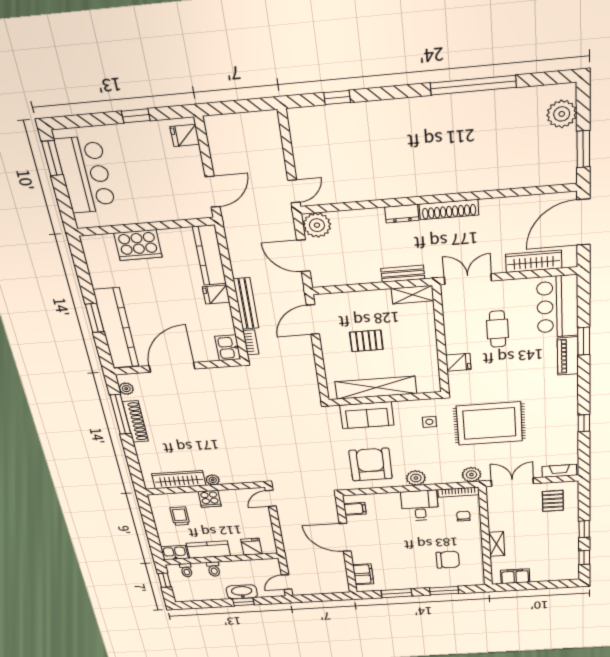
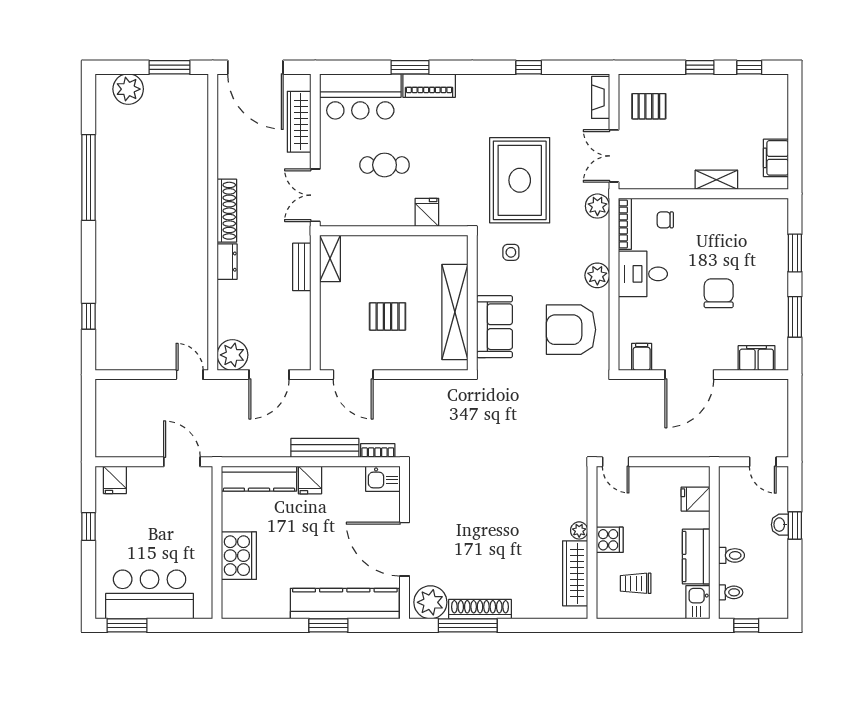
pallet: (366, 341) -> (388, 316), turned 90
plant: (126, 389) -> (430, 602), width x1.88, depth x1.88
chair: (448, 560) -> (719, 293), moved
washbasin: (242, 592) -> (780, 525), width x0.52, depth x0.69

